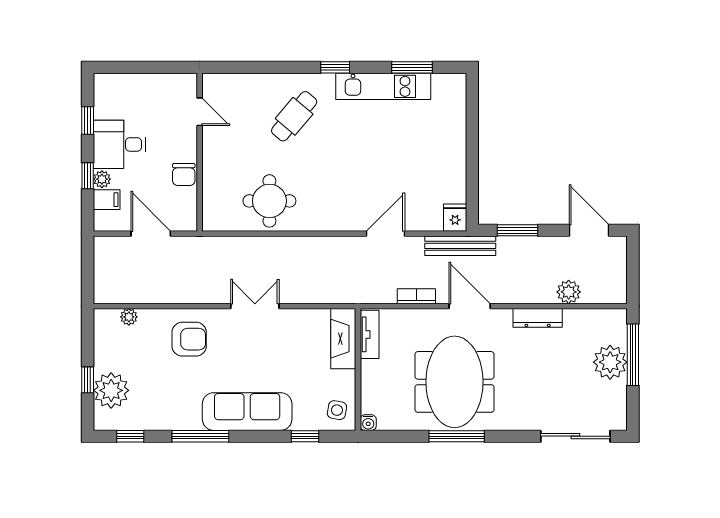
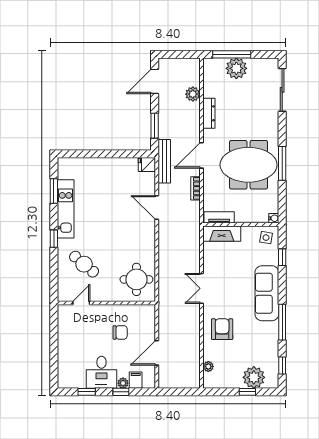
door: (200, 112) -> (81, 303), moved
wall: (200, 152) -> (106, 303), moved

